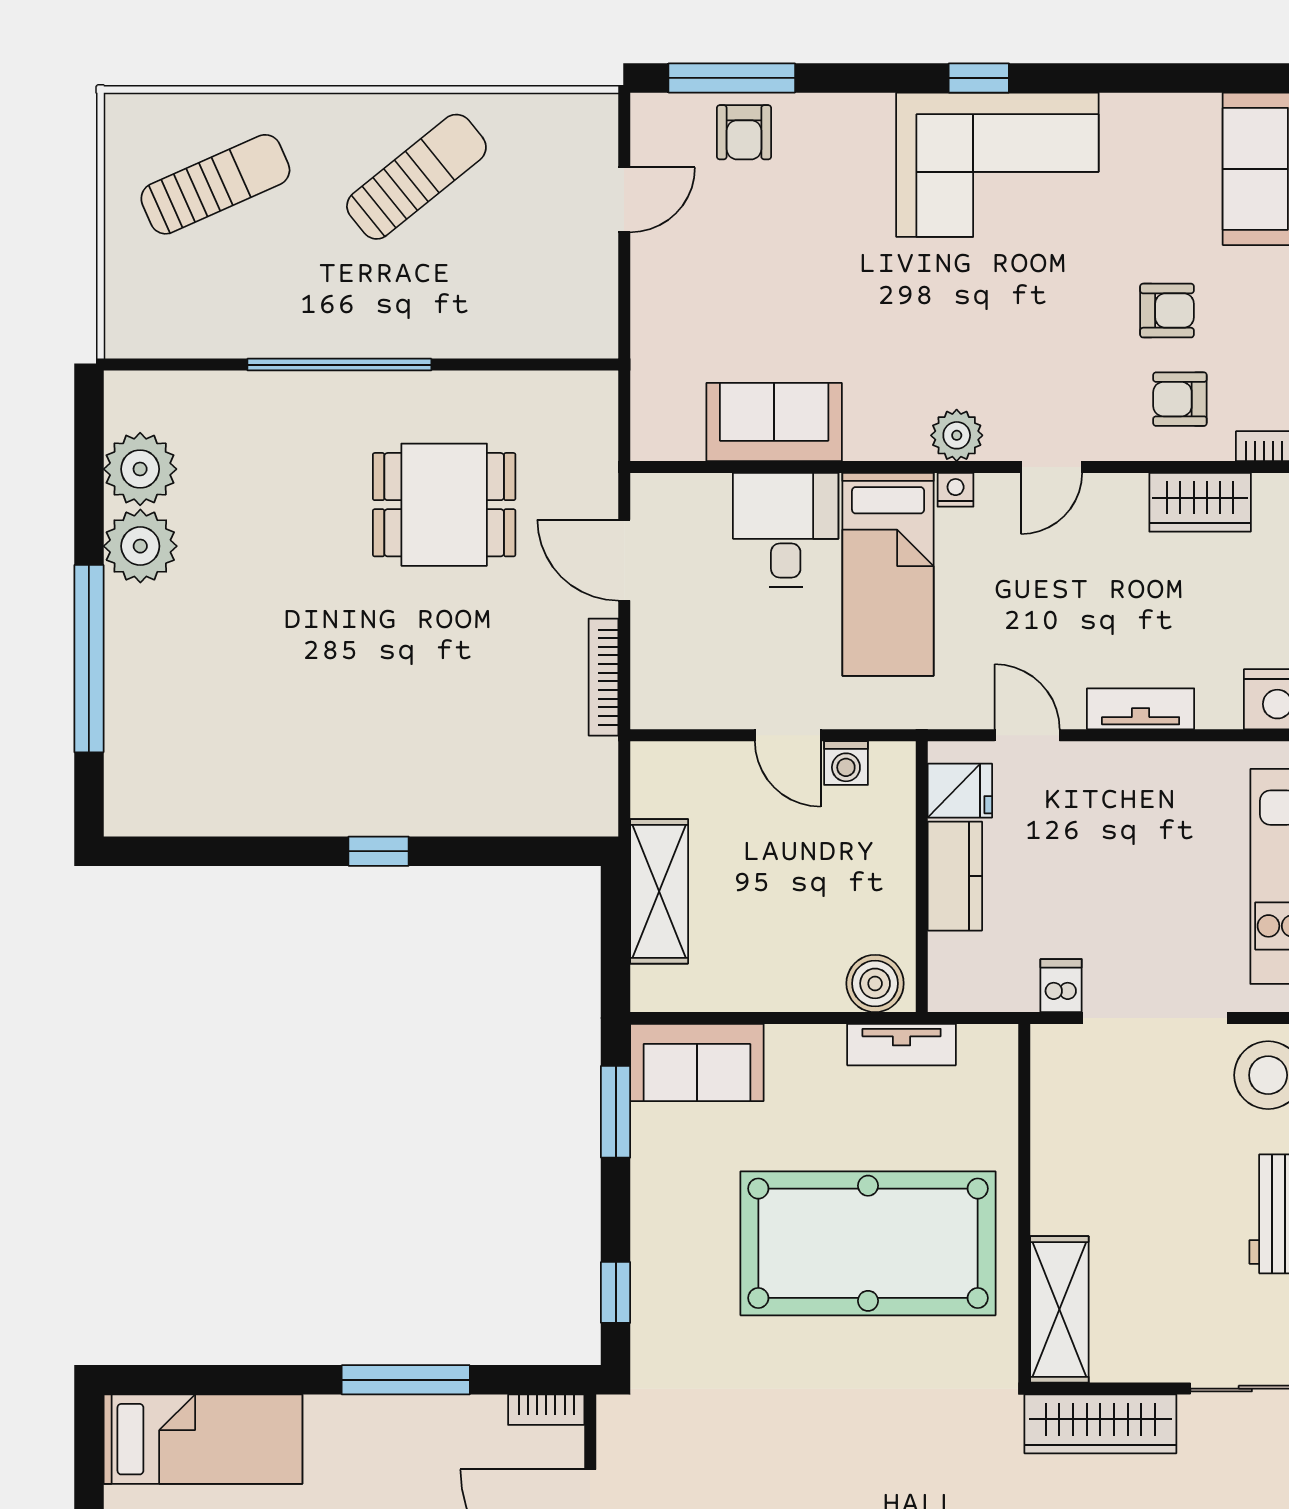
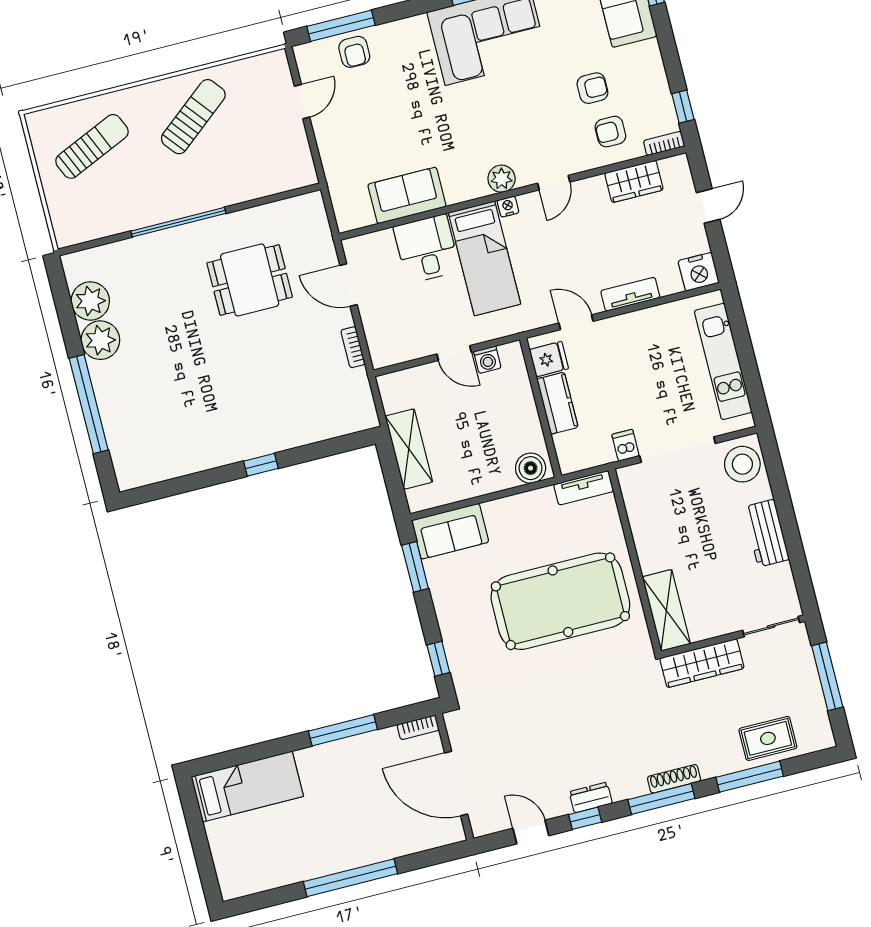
bookcase: (604, 677) -> (353, 347), width x0.64
tv unit: (902, 1045) -> (584, 488), moved

